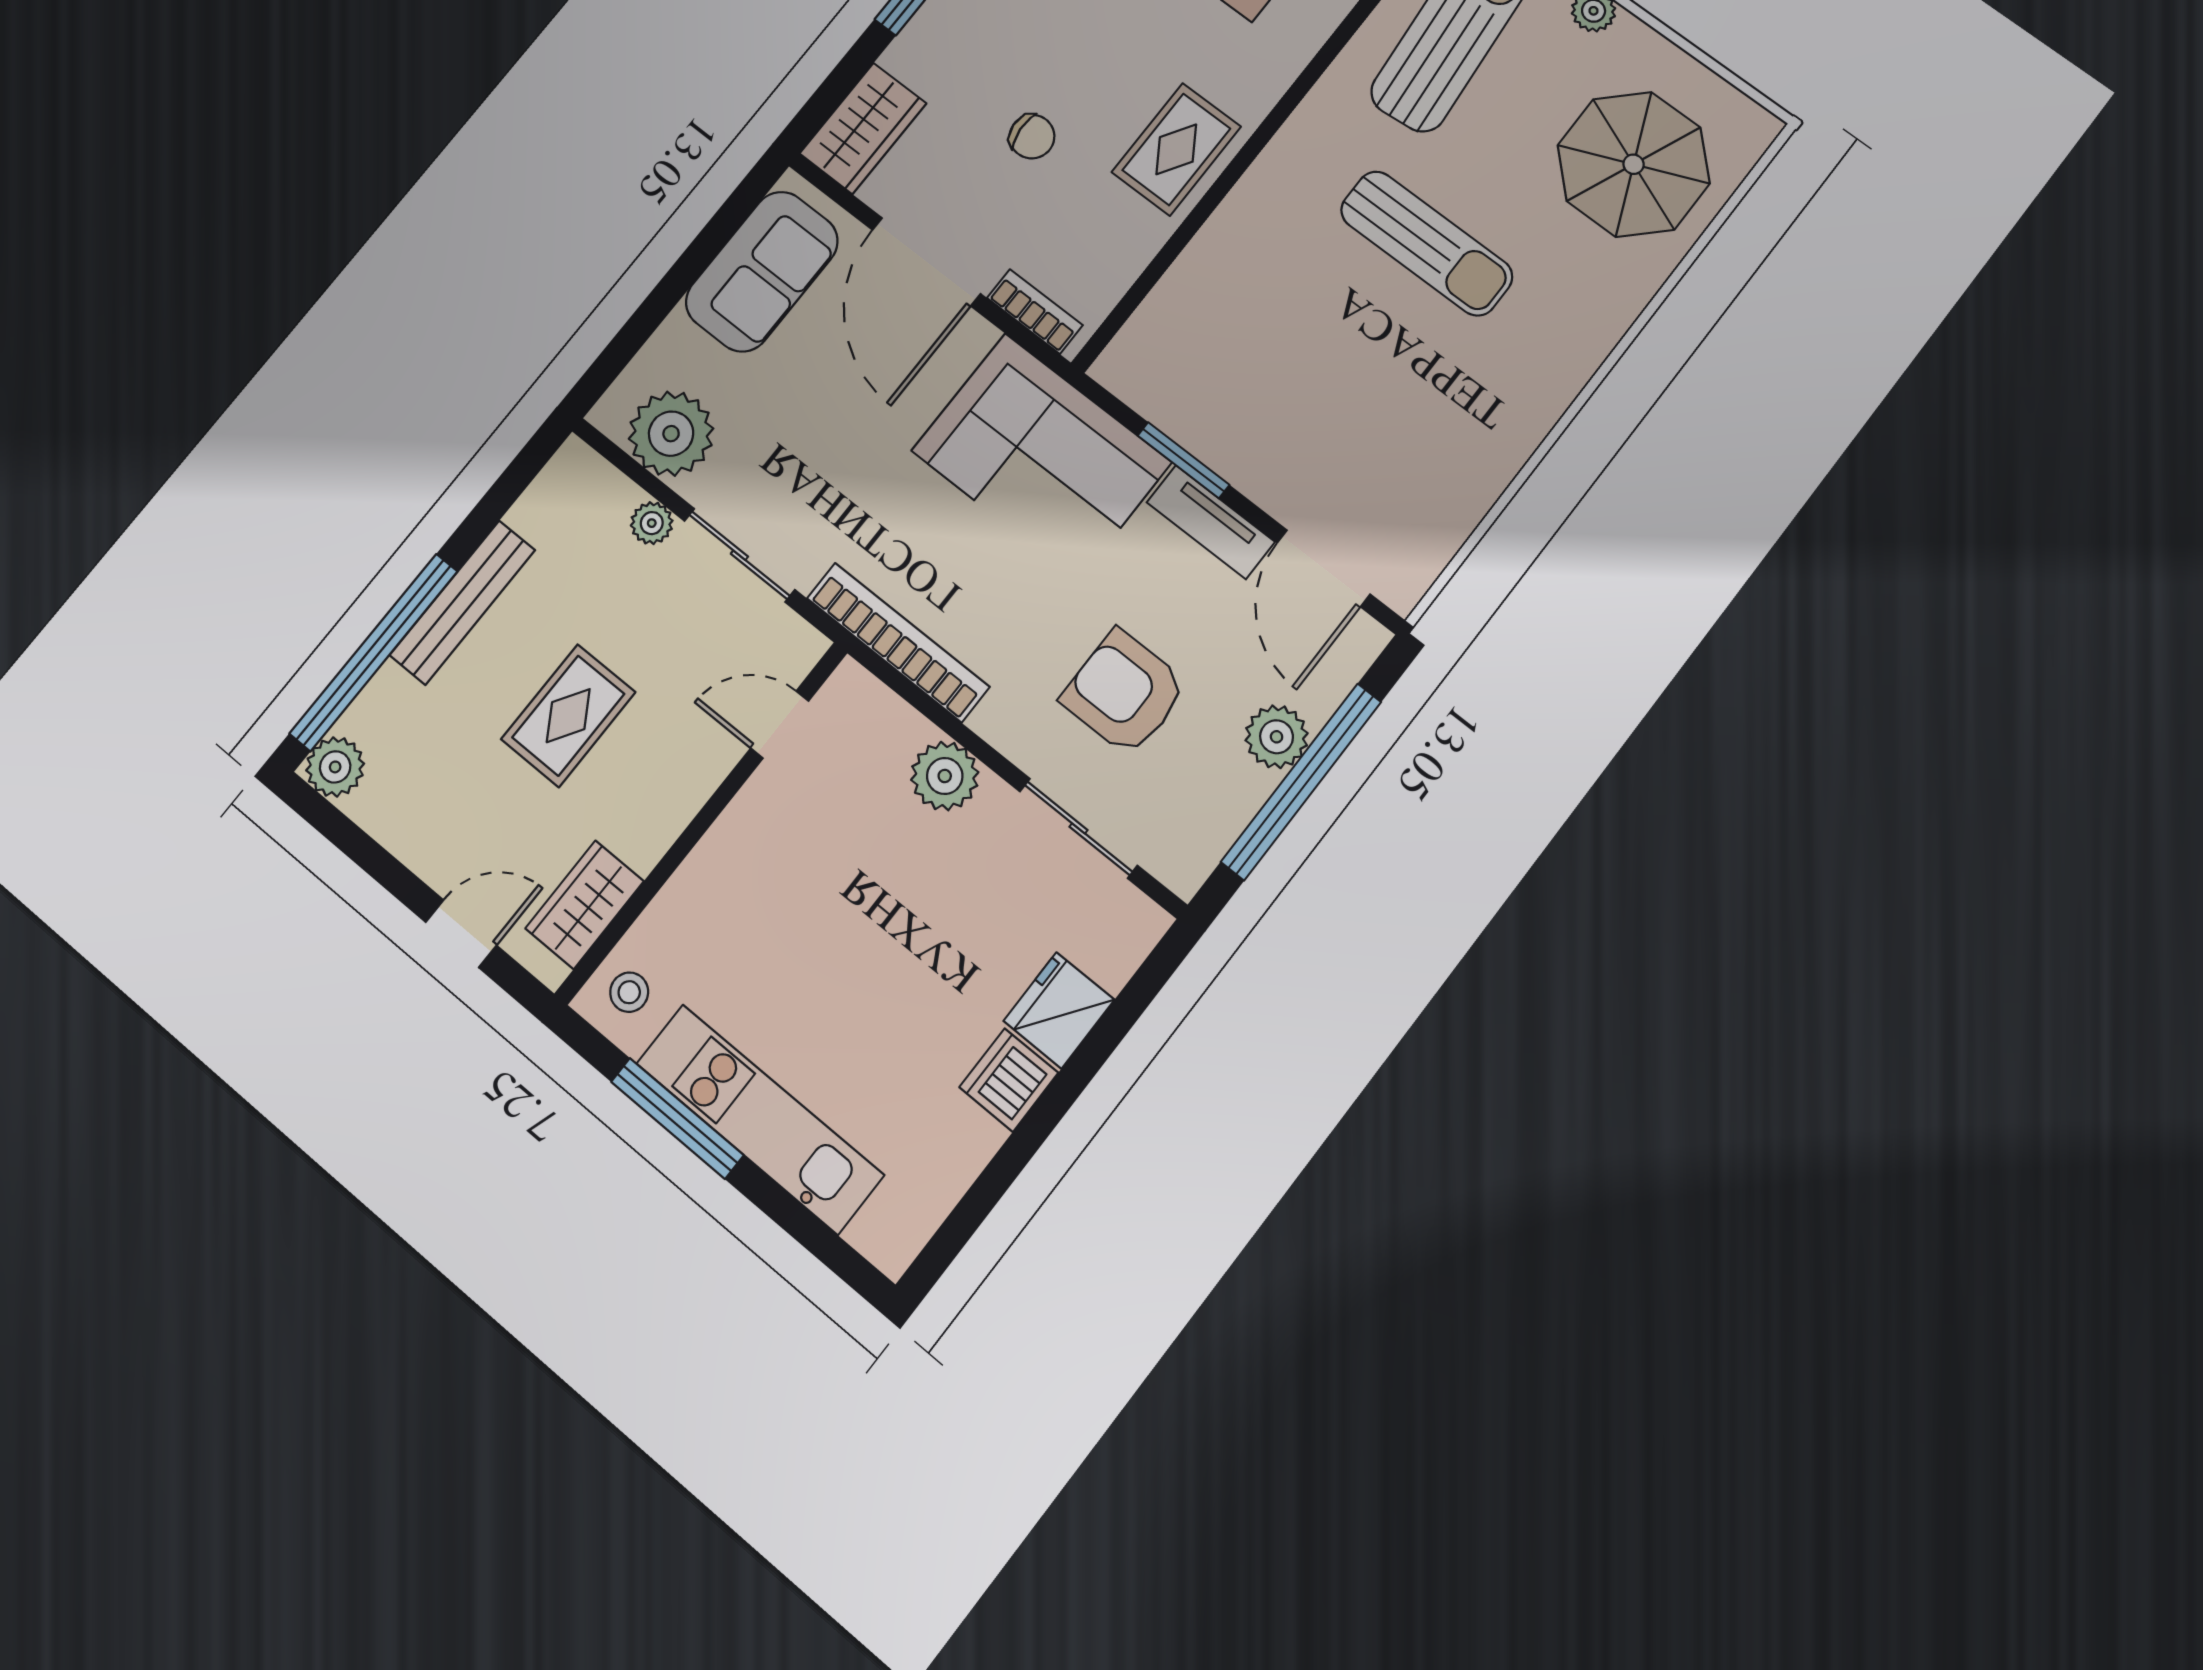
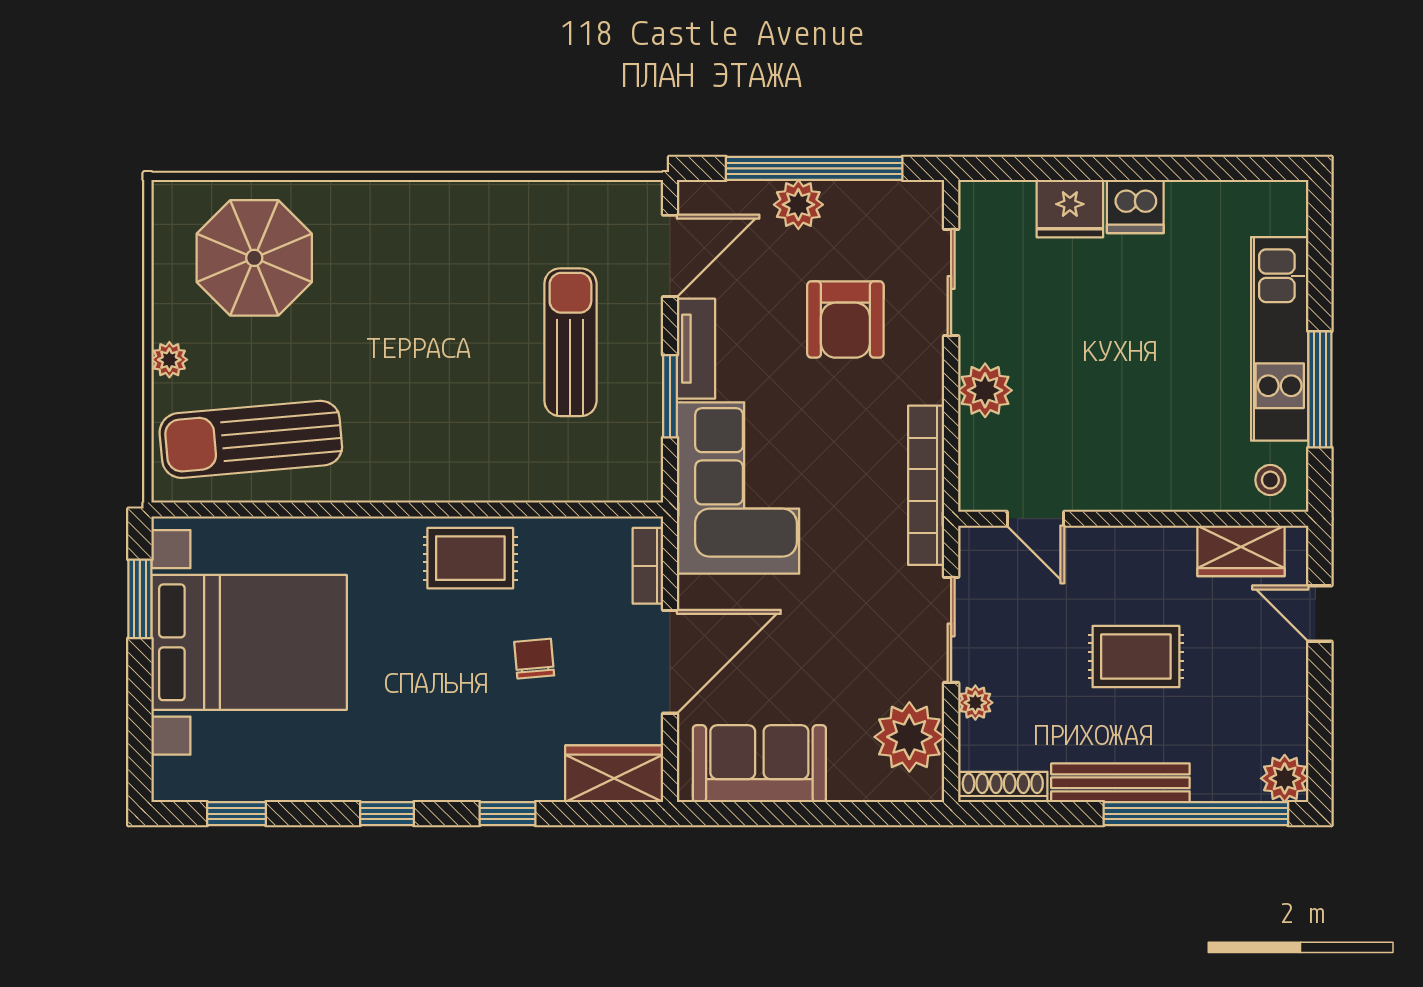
sun lounger: (1426, 243) -> (570, 342), moved
shoe rack: (551, 486) -> (1003, 787), added

